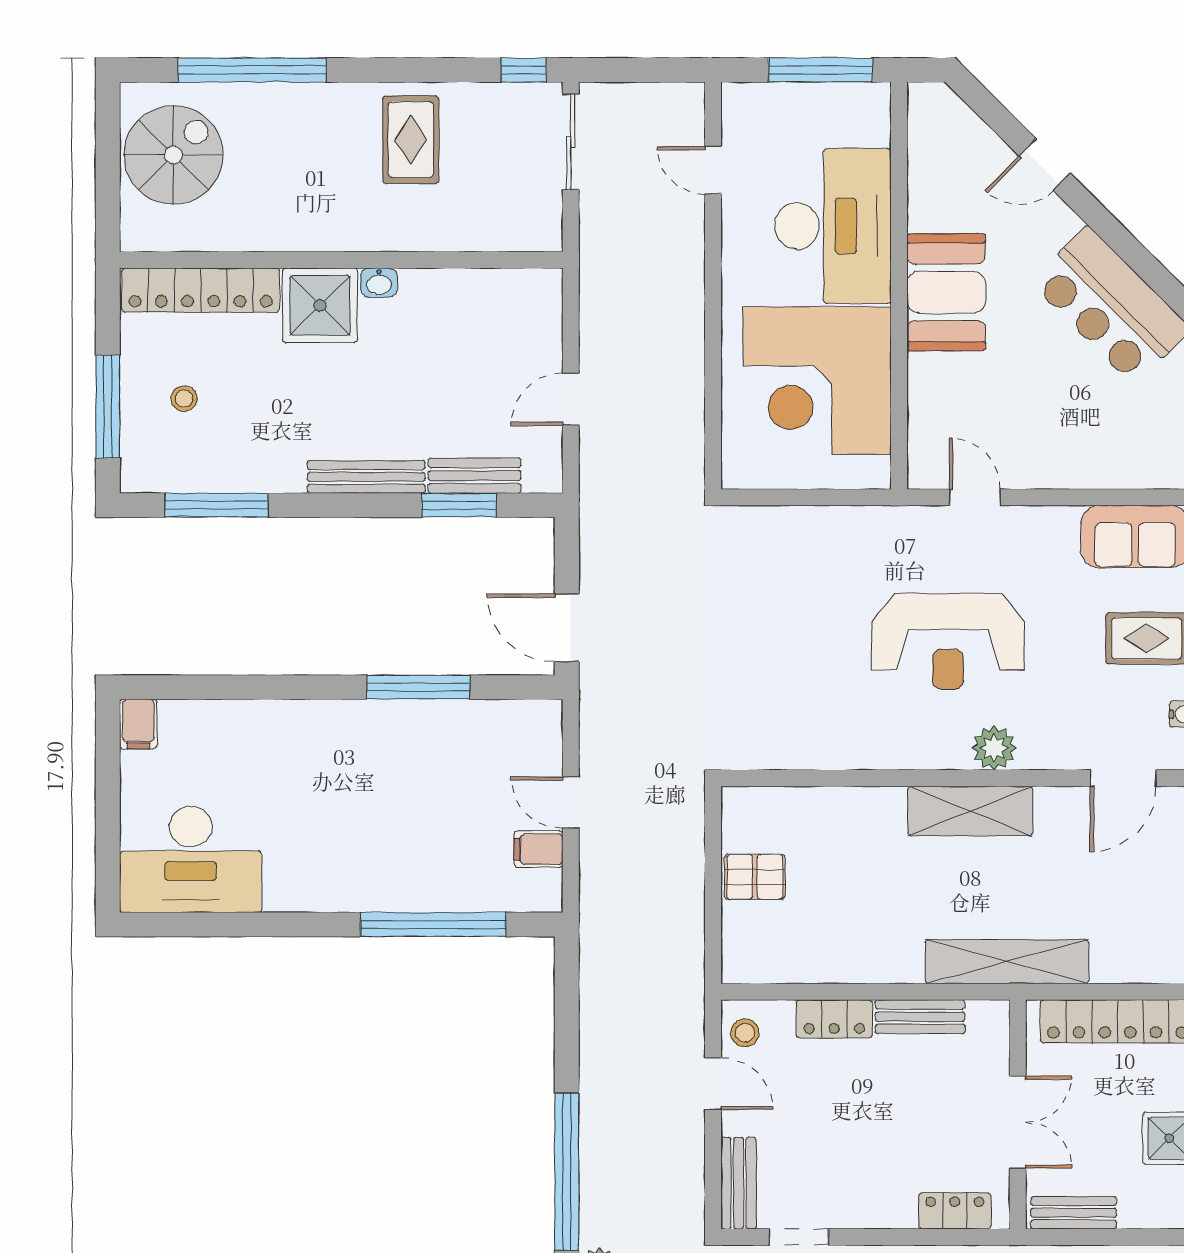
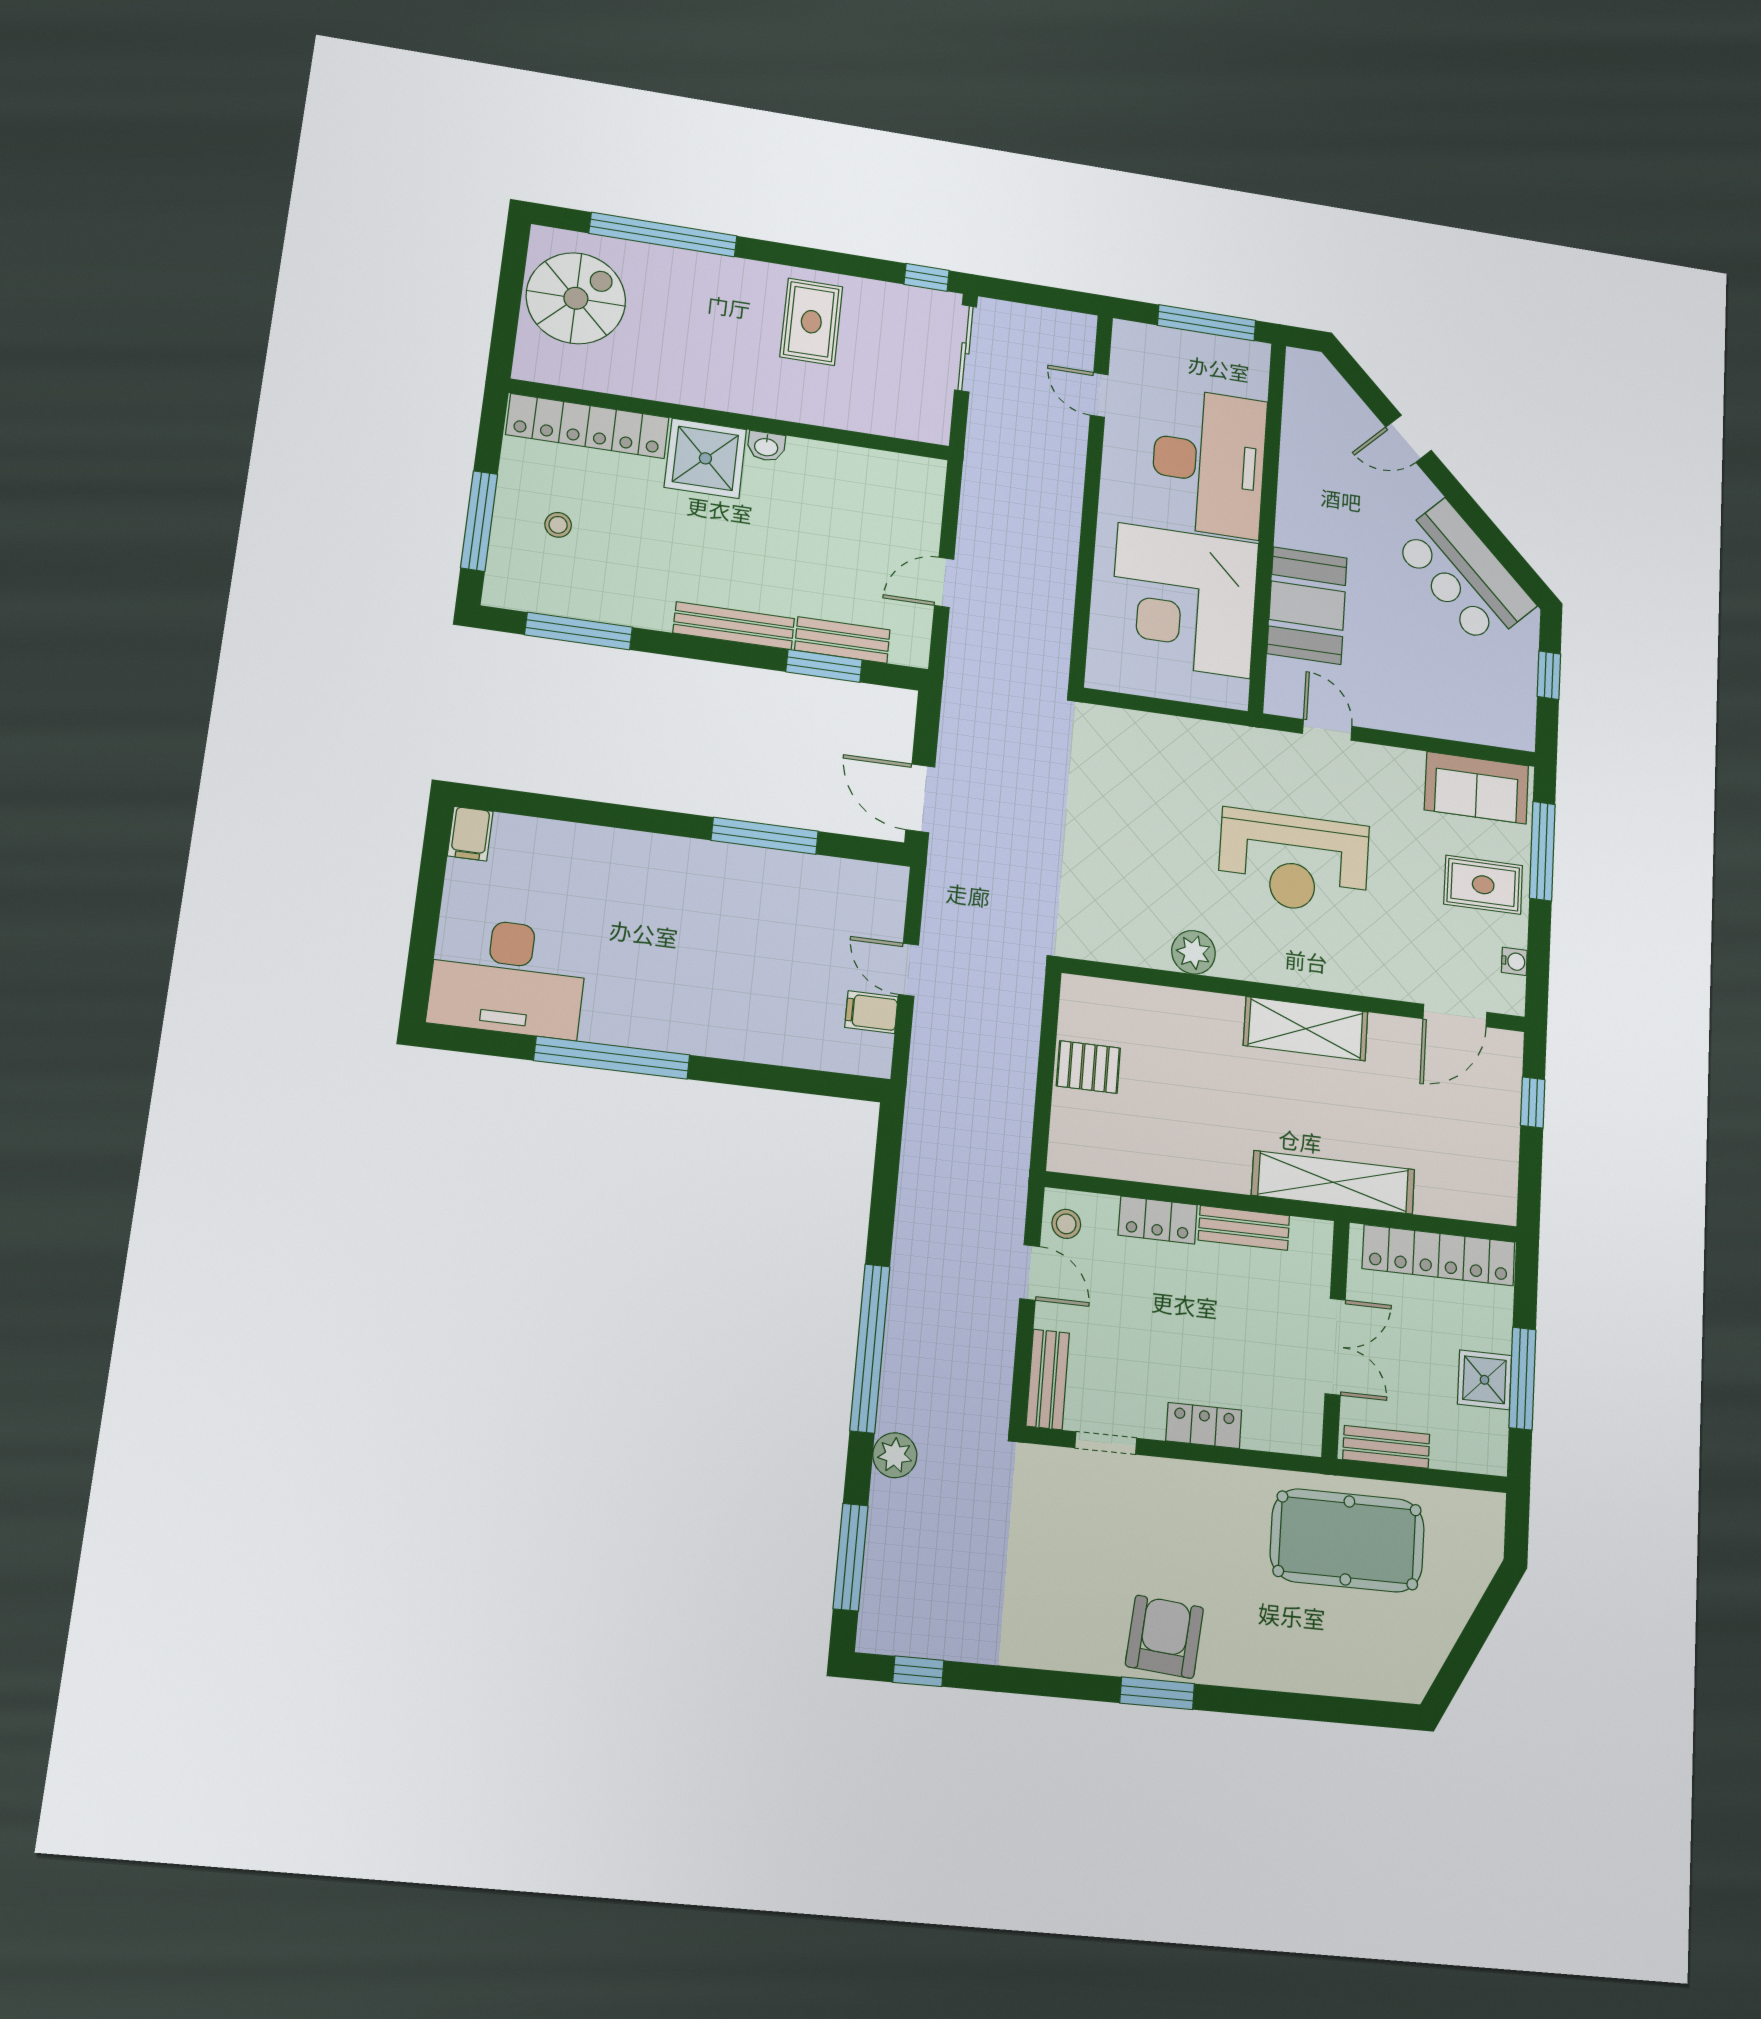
booth: (946, 292) -> (1307, 606), moved
plant: (994, 748) -> (1193, 952), moved
window: (433, 924) -> (612, 1058), moved
locker: (955, 1211) -> (1204, 1425), moved

